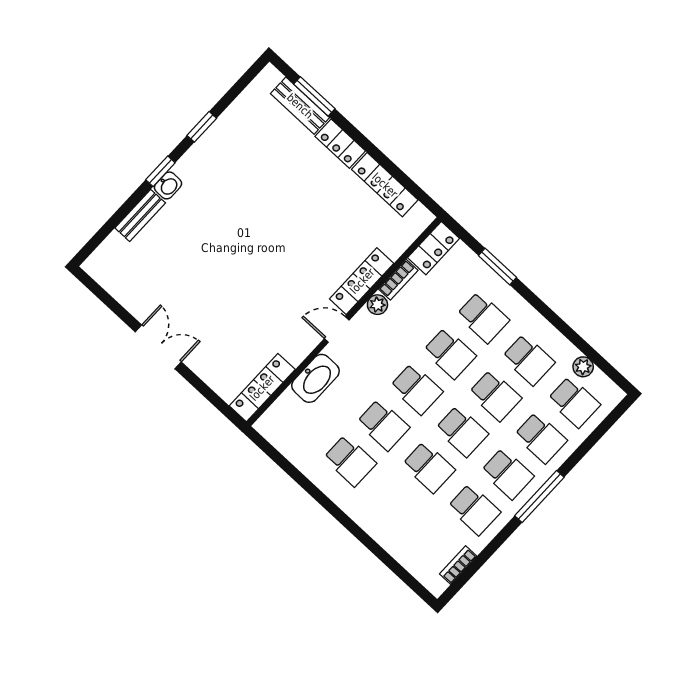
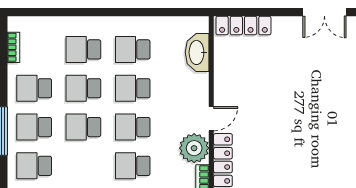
plant: (377, 305) -> (194, 148), width x1.88, depth x1.88
double door: (158, 347) -> (324, 12), moved
washbasin: (315, 378) -> (197, 52), moved
locker: (262, 388) -> (243, 26), moved, turned 90
school desk: (495, 396) -> (83, 49), moved

